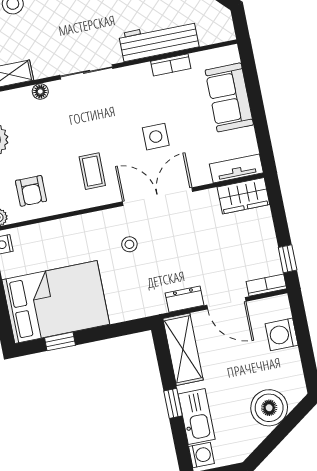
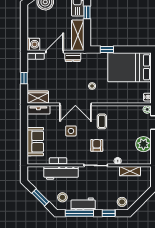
armchair: (31, 191) -> (97, 145), moved
window: (288, 259) -> (24, 78), moved
door: (226, 303) -> (55, 52), hinge flipped
washing machine: (282, 334) -> (33, 44), moved
window: (60, 341) -> (107, 50), moved

